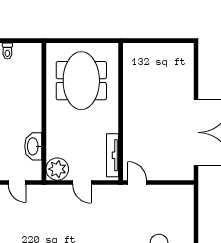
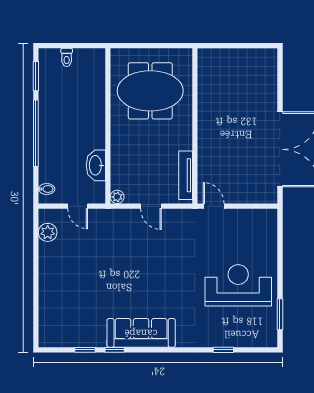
meeting table: (81, 81) -> (150, 91), turned 90
plant: (57, 169) -> (117, 197), width x0.53, depth x0.53

